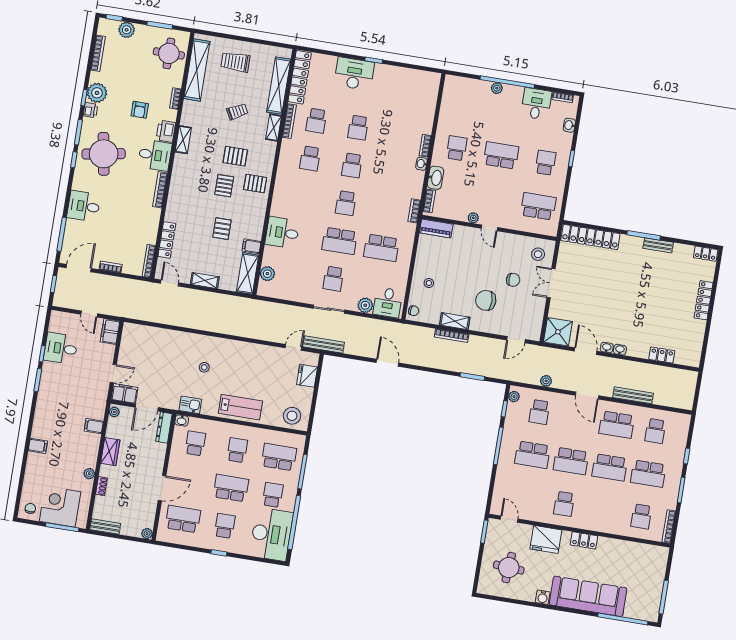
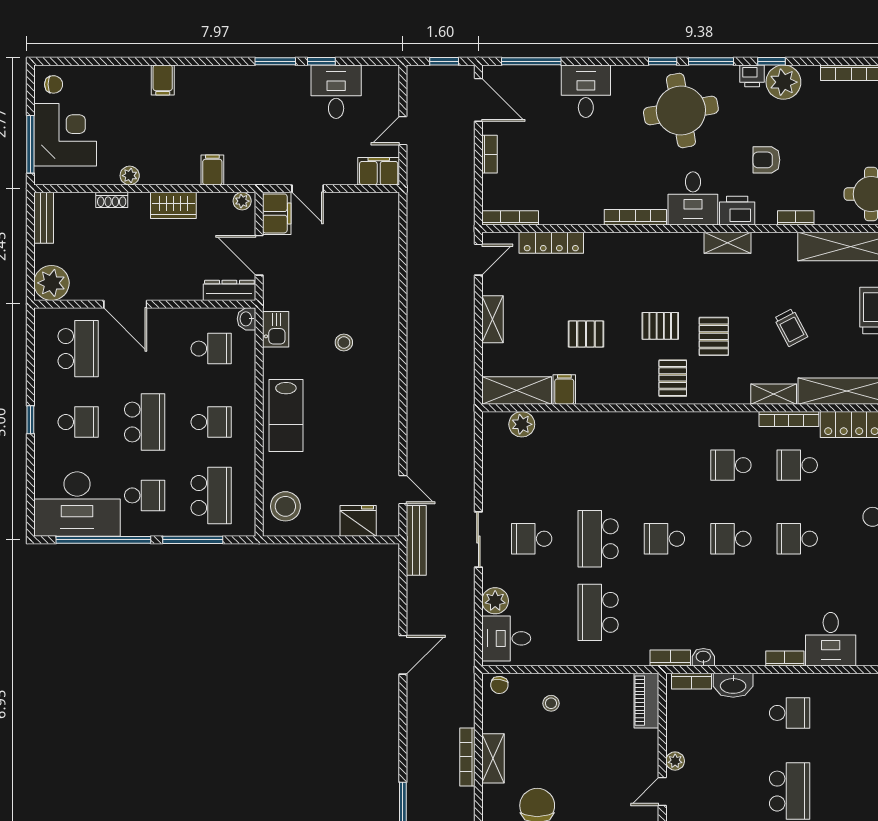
washbasin: (421, 164) -> (703, 657), moved
desk: (282, 233) -> (831, 639), moved, turned 180
plant: (147, 534) -> (51, 283), width x1.87, depth x1.87

